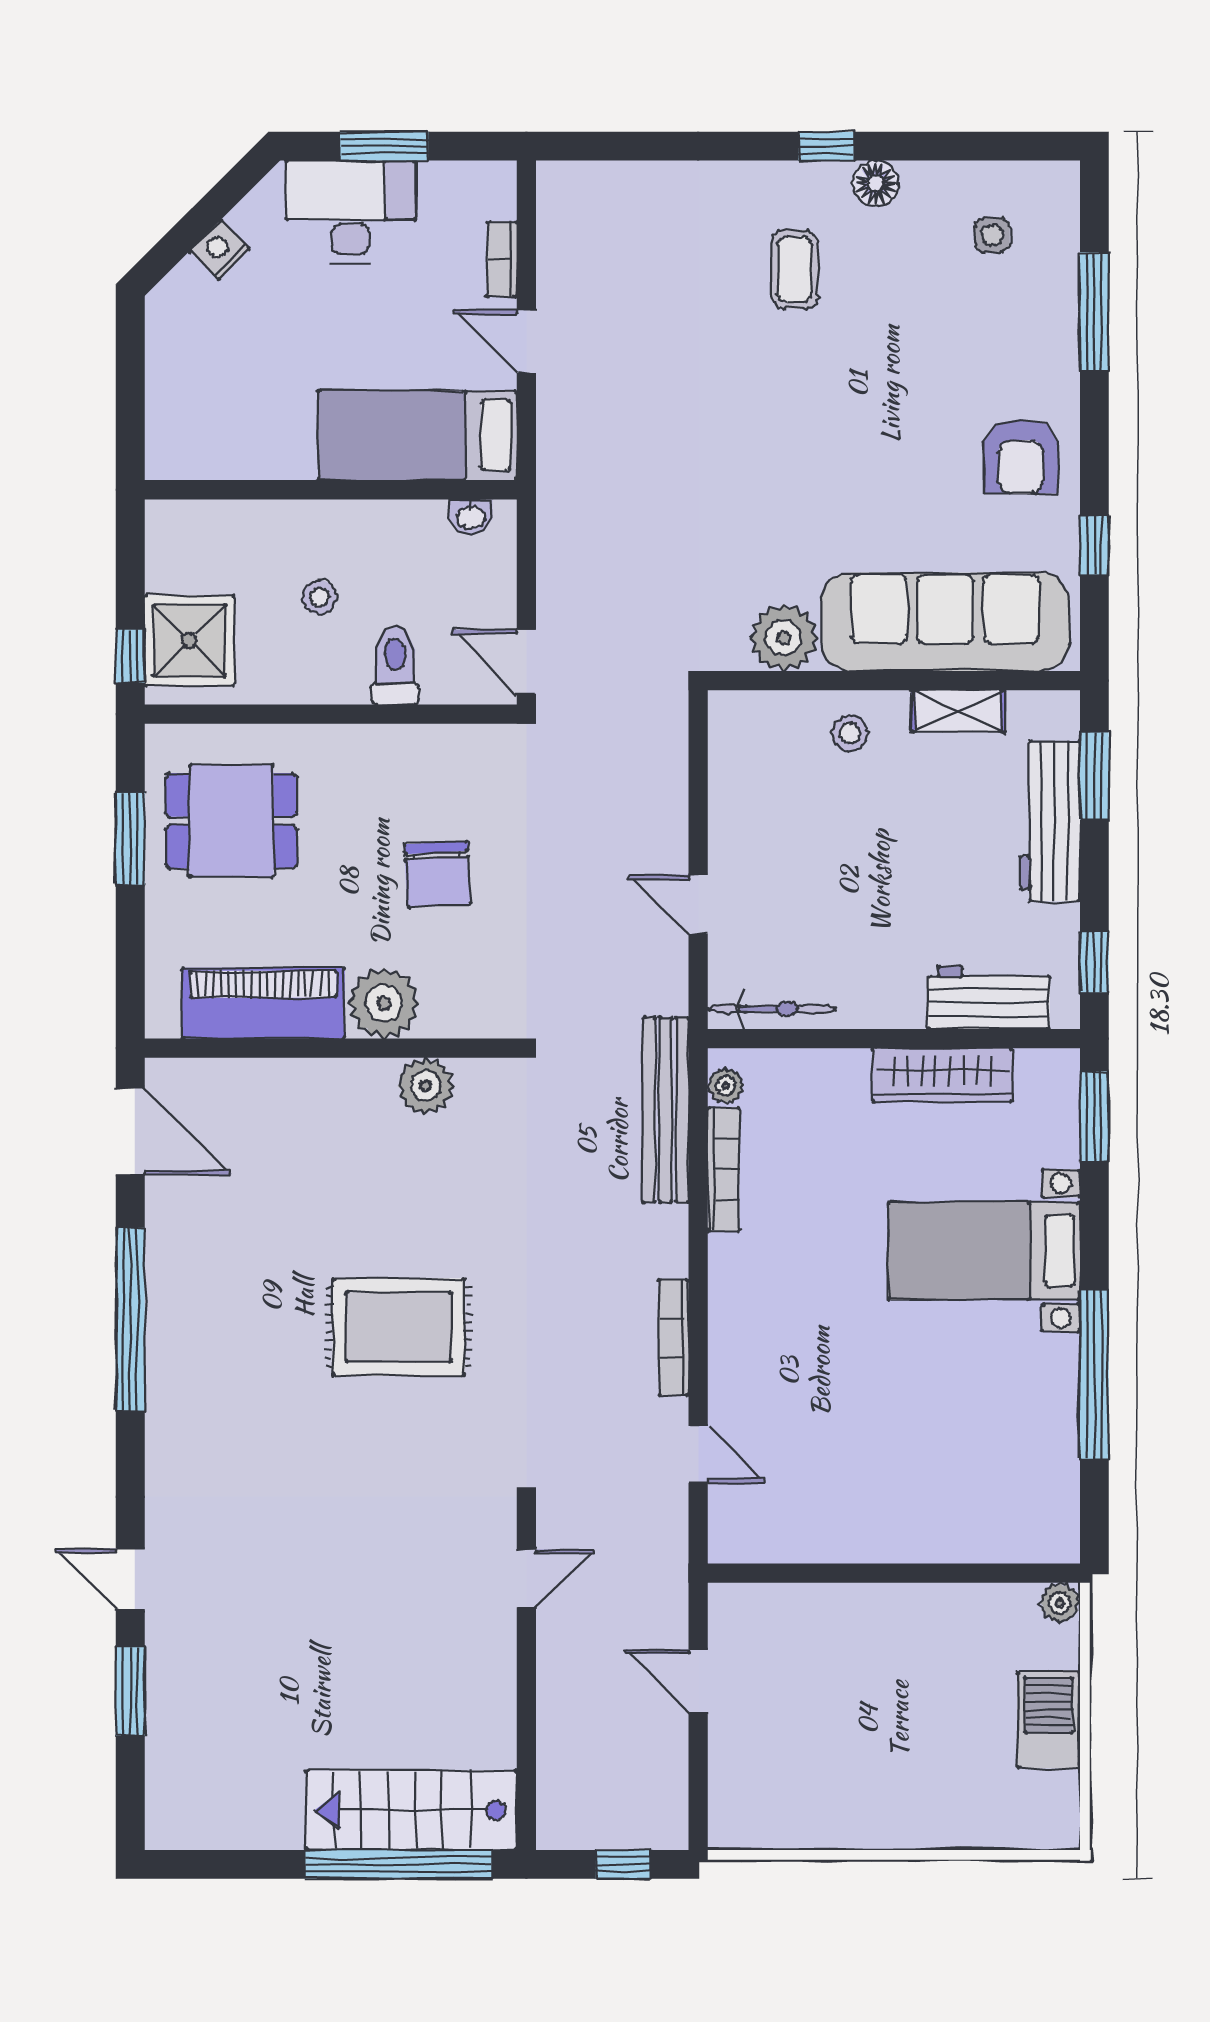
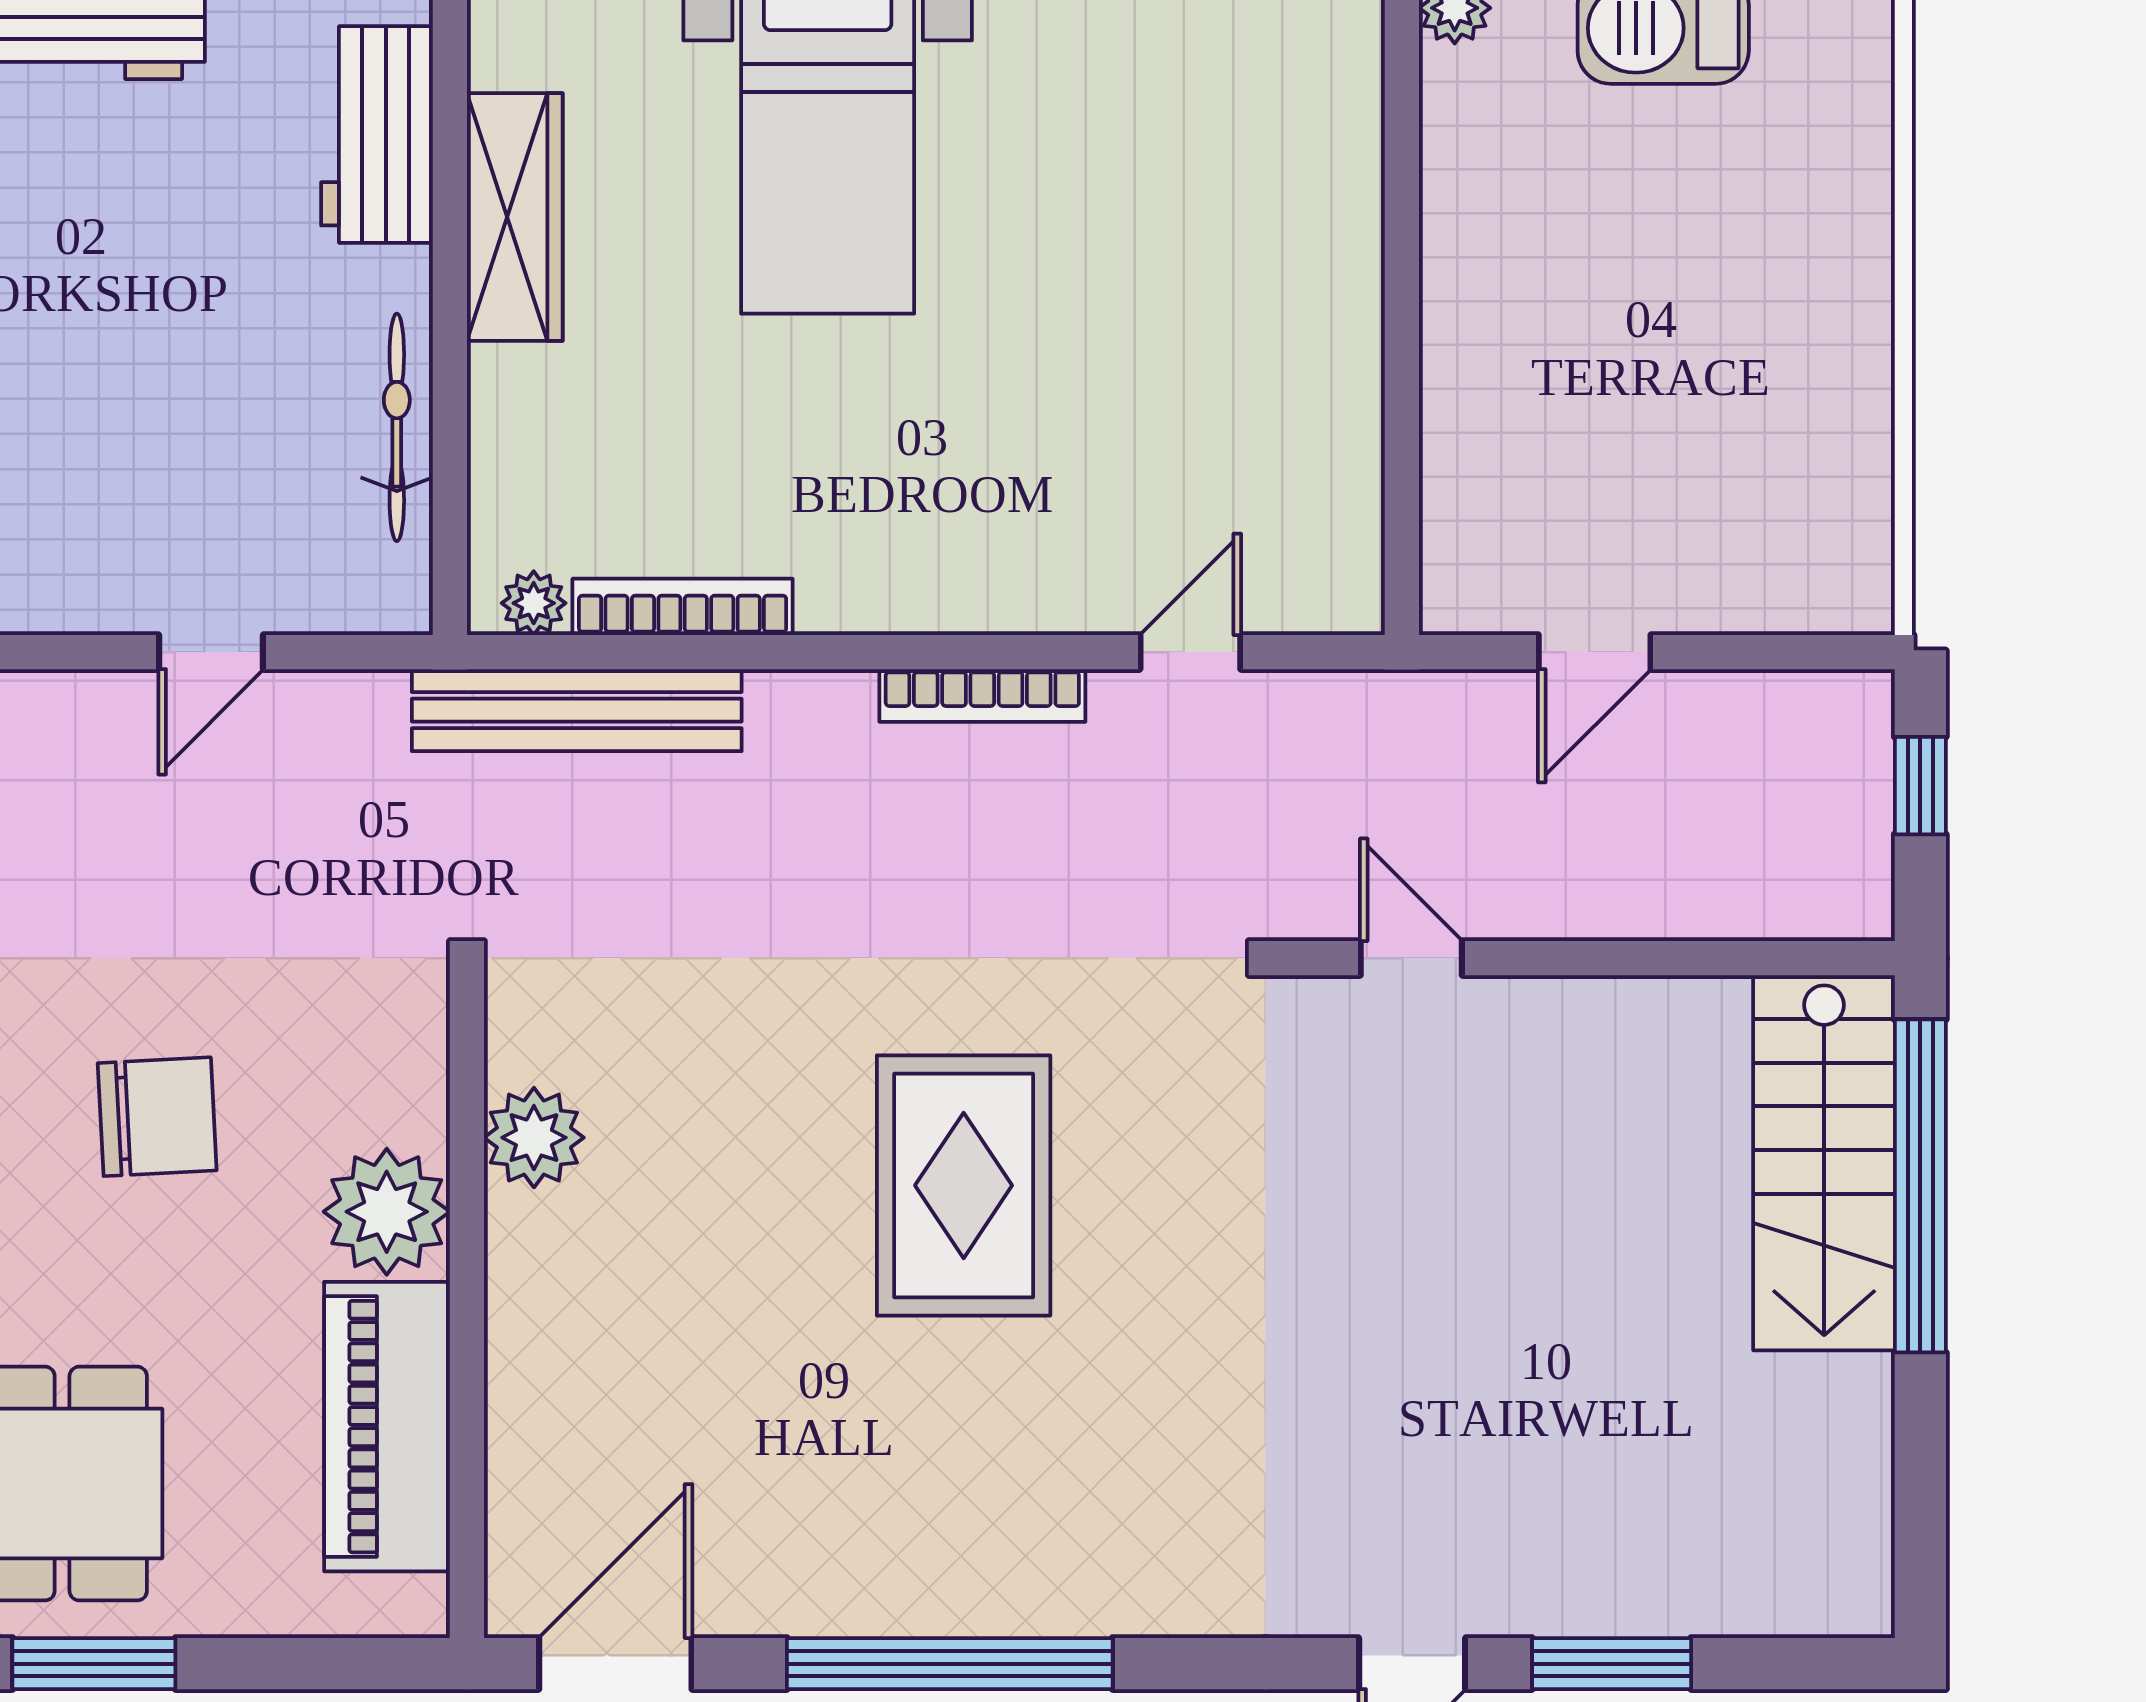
bicycle: (772, 1009) -> (397, 427), moved

